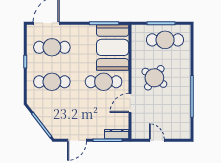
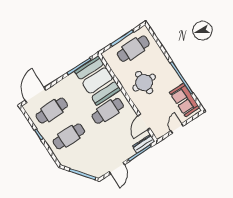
round table: (154, 78) -> (144, 83), turned -35
door: (130, 103) -> (144, 122), moved
sofa: (181, 119) -> (185, 100), added
door: (157, 140) -> (177, 128), hinge flipped

